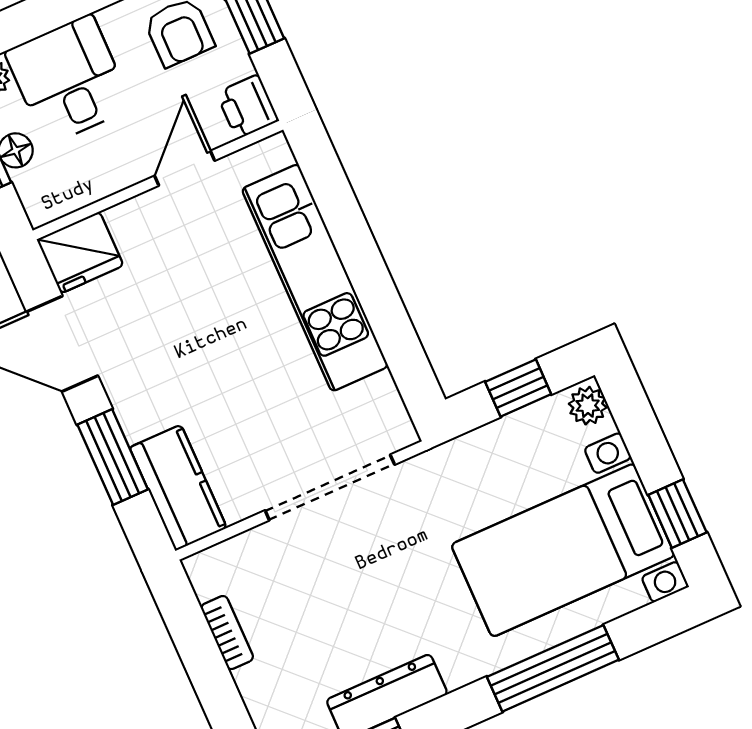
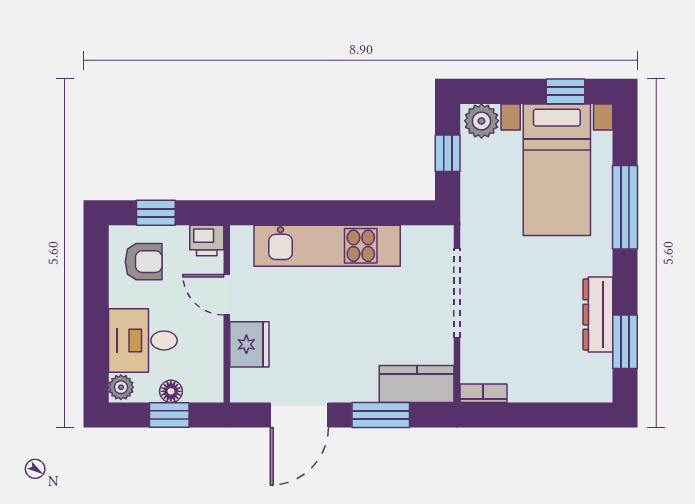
fridge: (80, 252) -> (249, 344), moved
plant: (588, 406) -> (481, 121), width x1.38, depth x1.38
bookcase: (227, 633) -> (483, 393), moved

